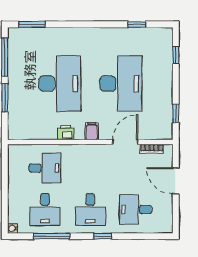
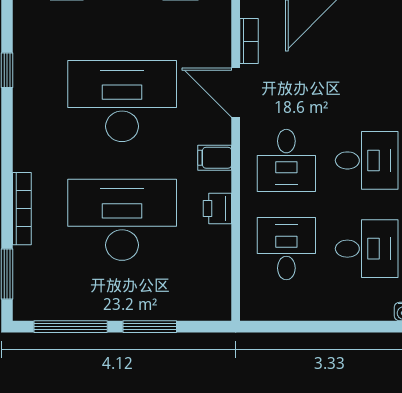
bookcase: (66, 32) -> (22, 209), added
desk: (136, 209) -> (286, 160), moved

